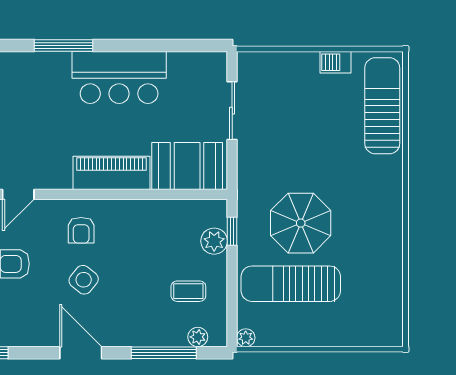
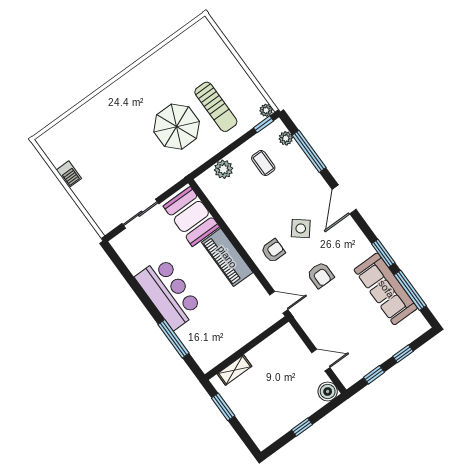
sun lounger: (382, 106) -> (74, 129), removed
window: (232, 231) -> (263, 124), moved
sun lounger: (291, 284) -> (216, 107), width x0.73, depth x0.75

